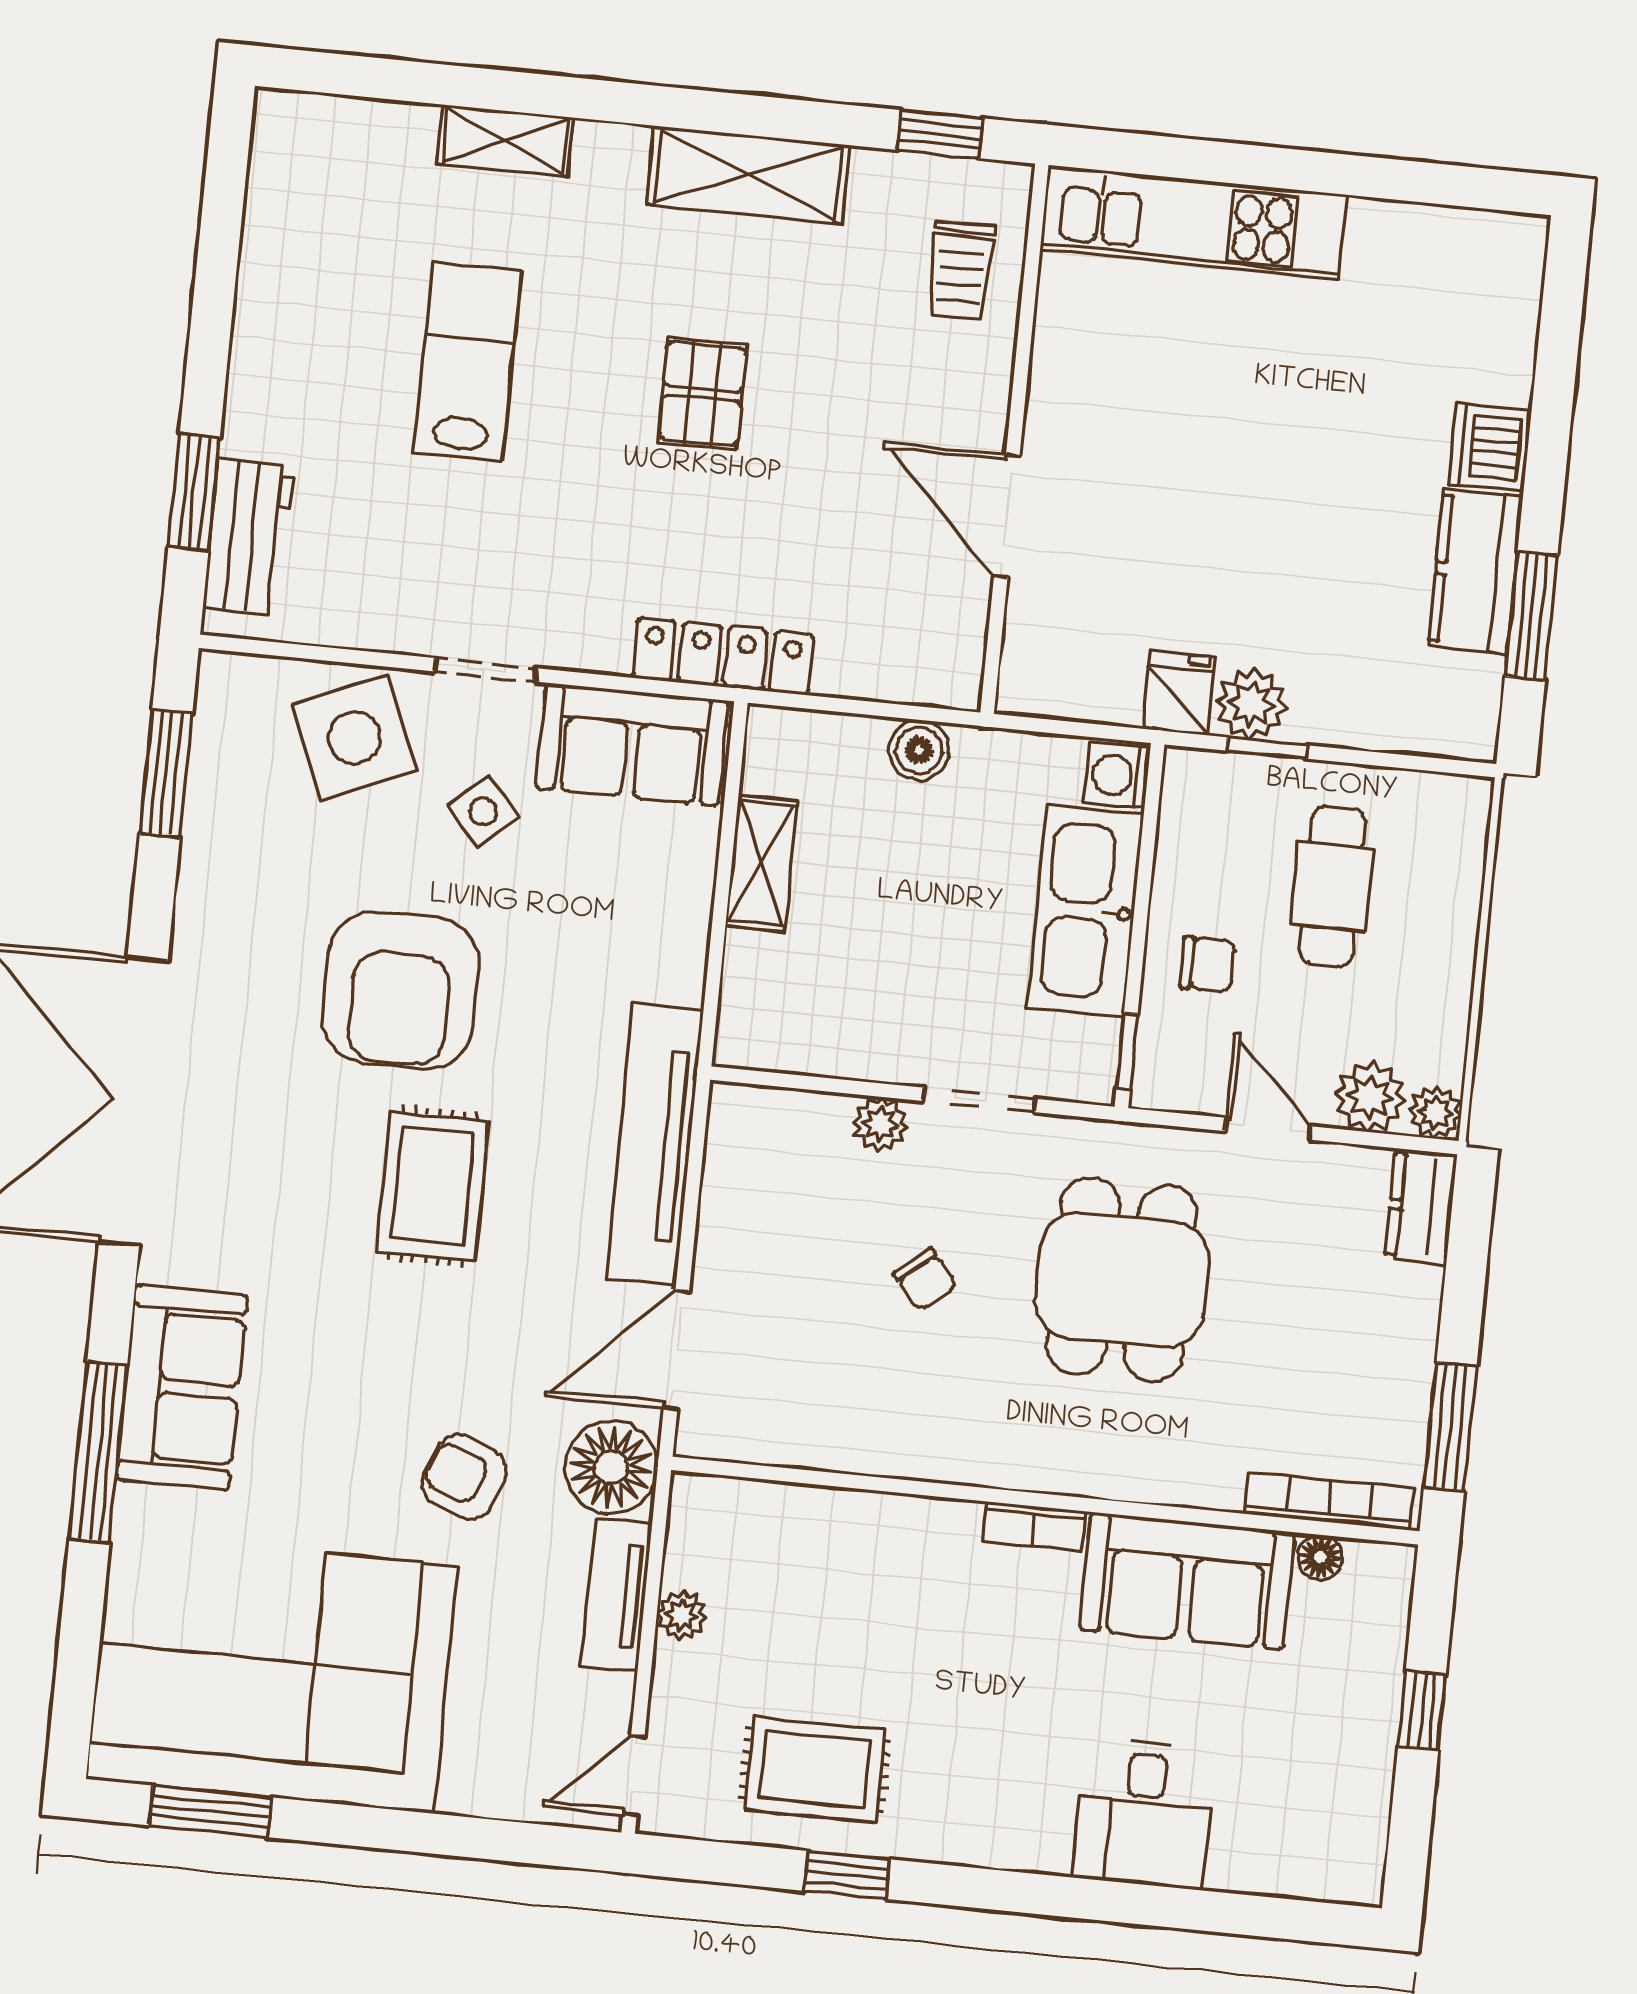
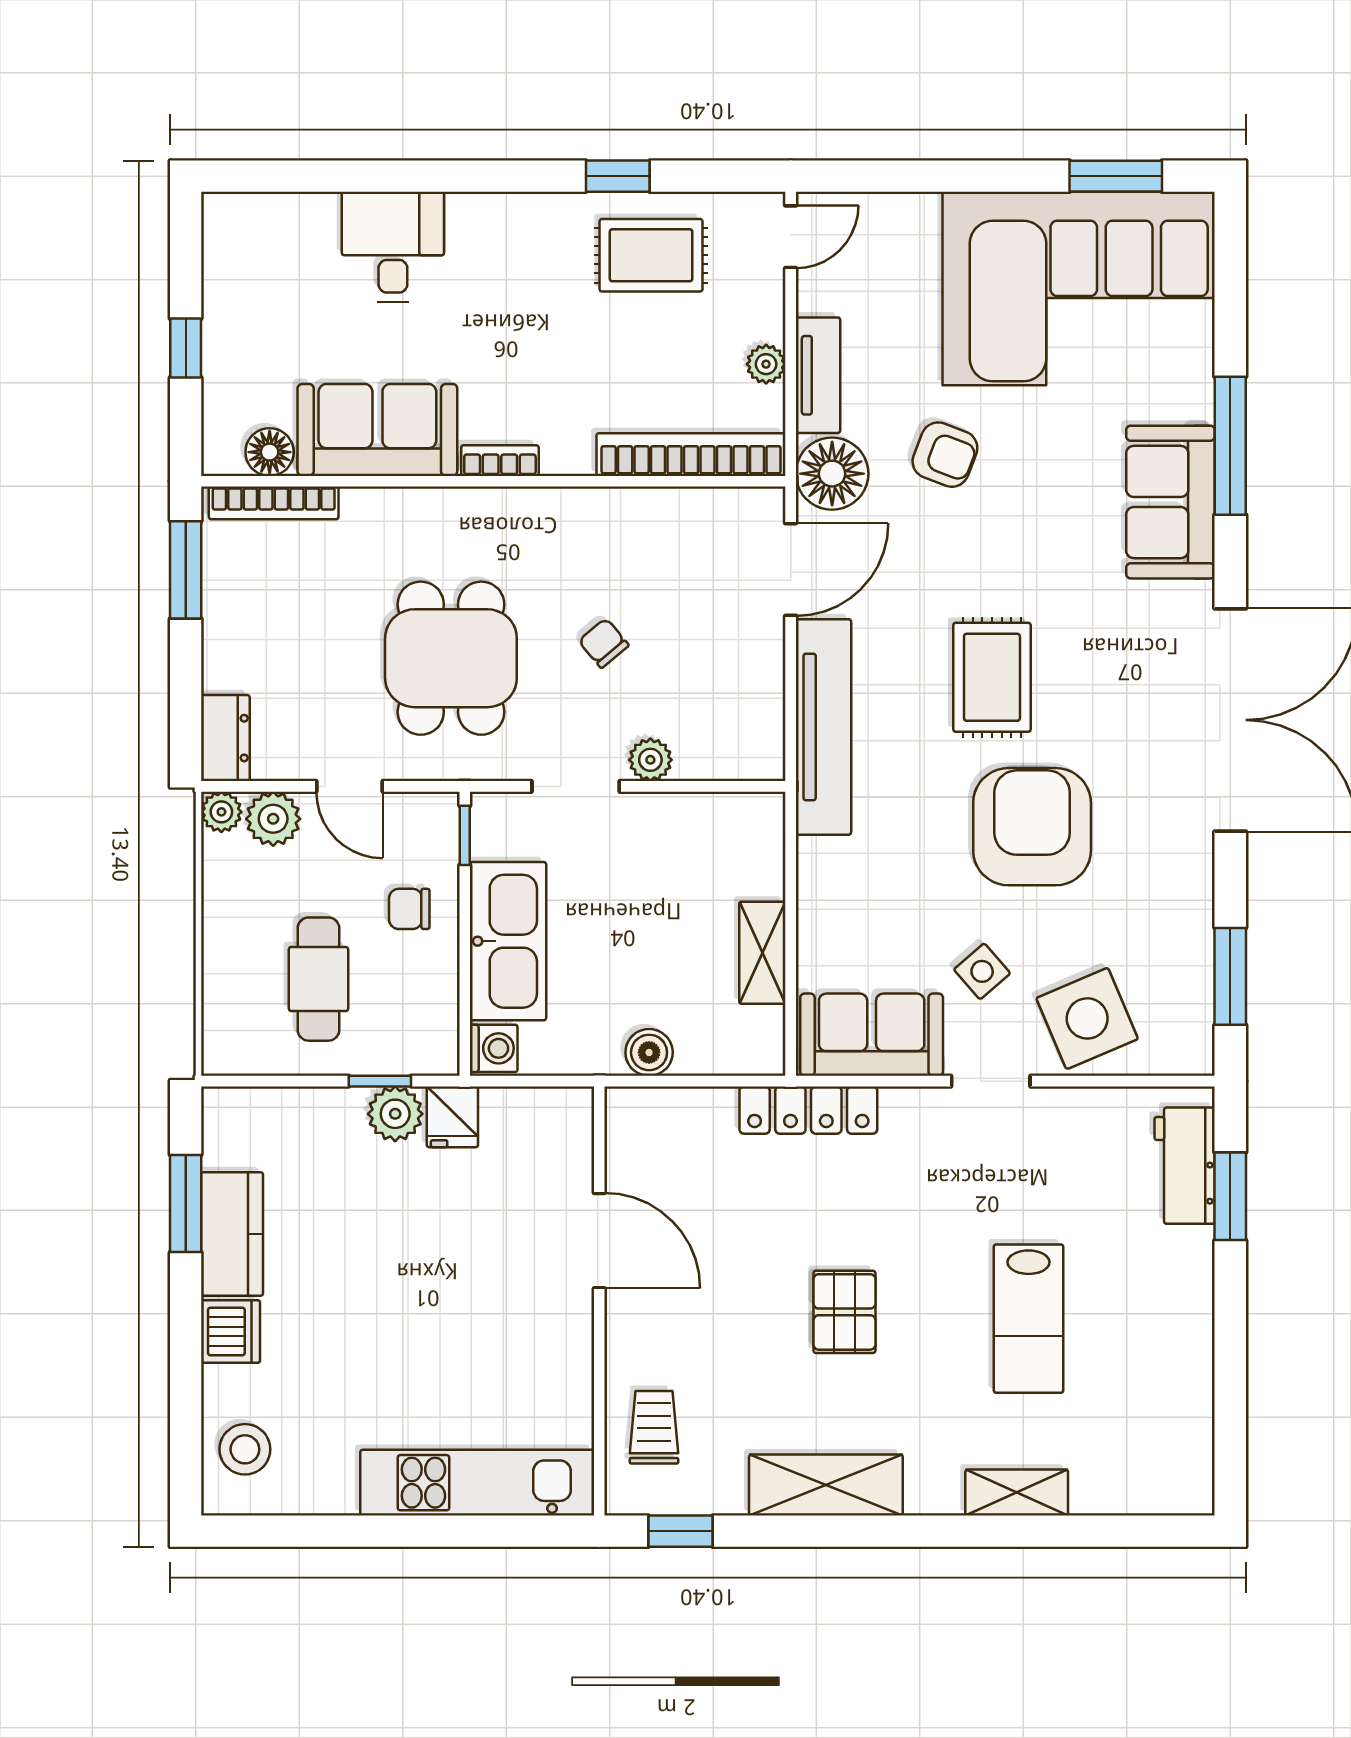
stool: (1487, 294) -> (245, 1449), added
bookcase: (789, 1509) -> (691, 455), added
floor lamp: (1320, 1557) -> (270, 452), width x1.37, depth x1.37

